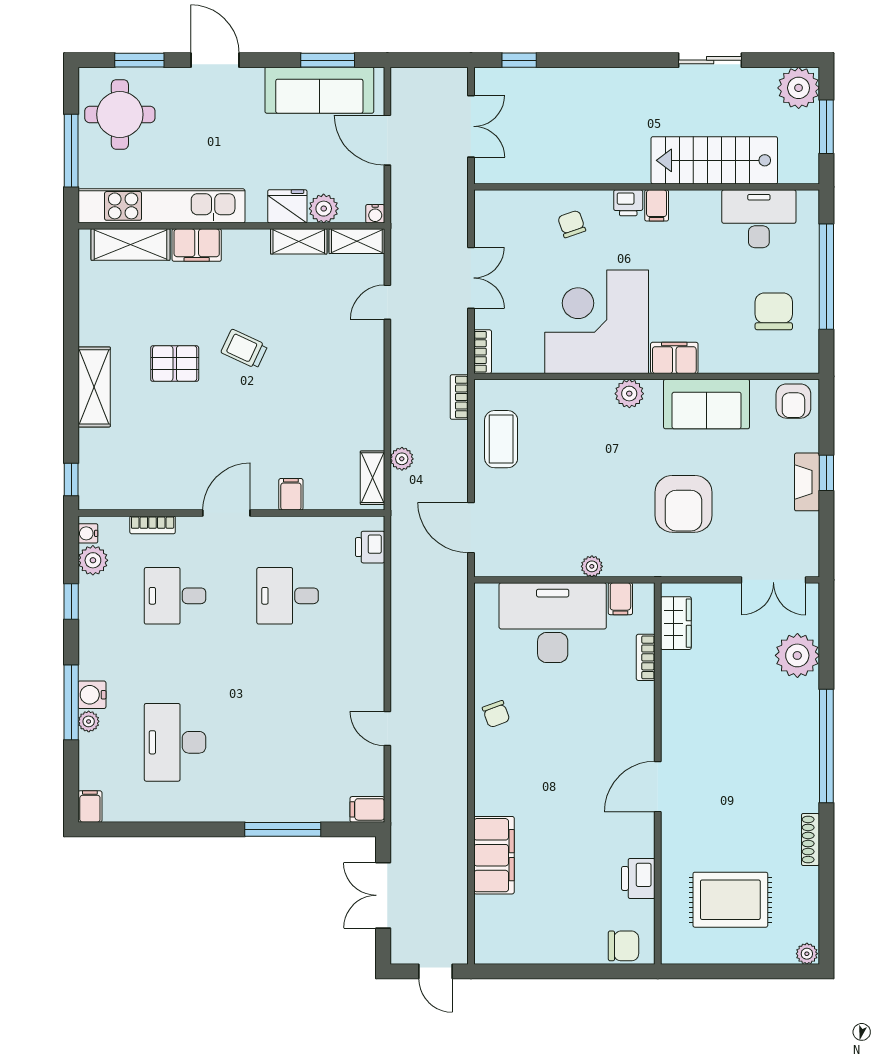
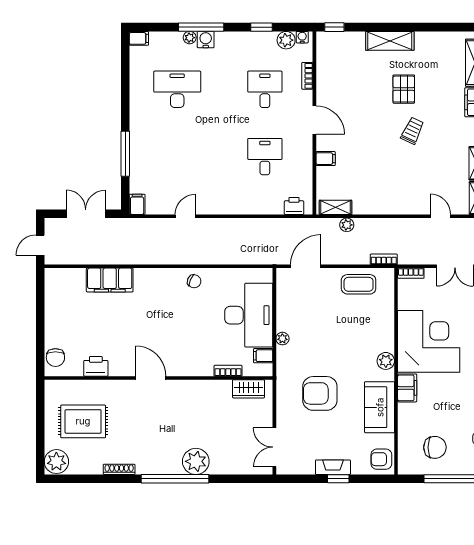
plant: (797, 655) -> (196, 461), moved
chair: (496, 714) -> (194, 281), turned -137
rug: (730, 900) -> (83, 421), turned 90
plant: (807, 954) -> (56, 462), width x1.88, depth x1.88

